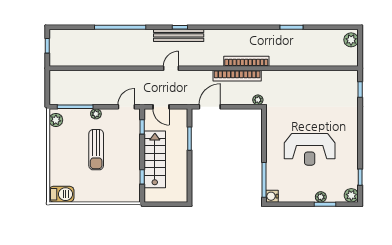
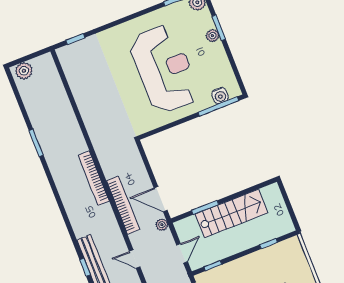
bookcase: (237, 76) -> (123, 205), moved
plant: (258, 100) -> (162, 225), moved
reception desk: (310, 149) -> (164, 69), width x1.36, depth x1.30
stairs: (155, 159) -> (231, 213), moved, turned 180
water cooler: (272, 196) -> (220, 95), moved

